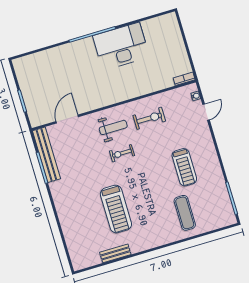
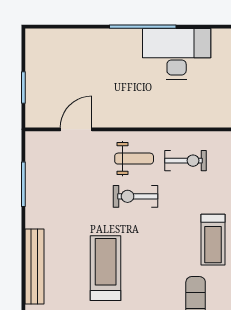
exercise bike: (122, 153) -> (135, 196), width x1.38, depth x1.39
bench: (46, 155) -> (34, 267), moved
treadmill: (116, 209) -> (106, 268), turned 180

